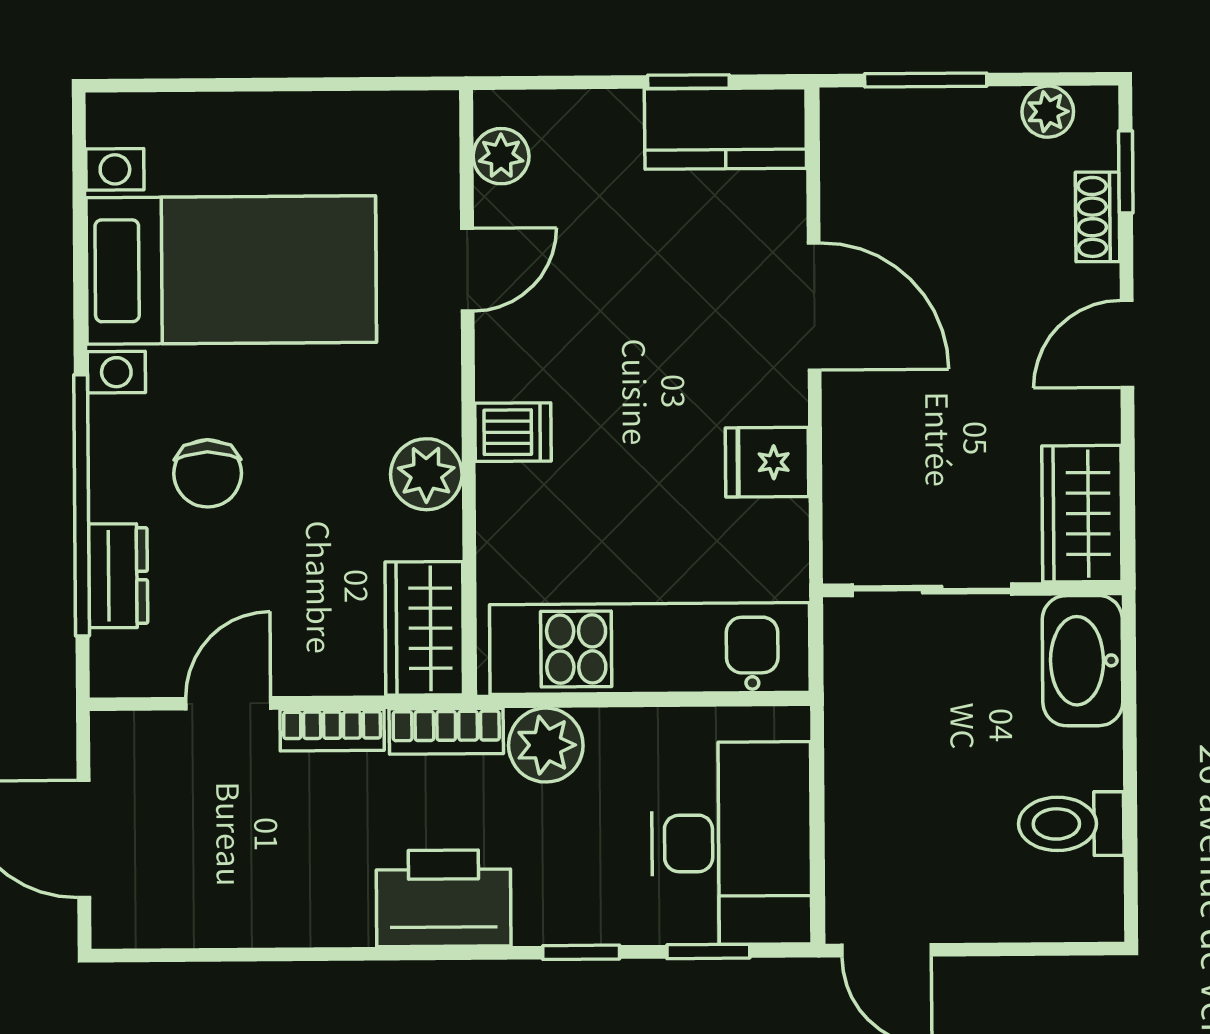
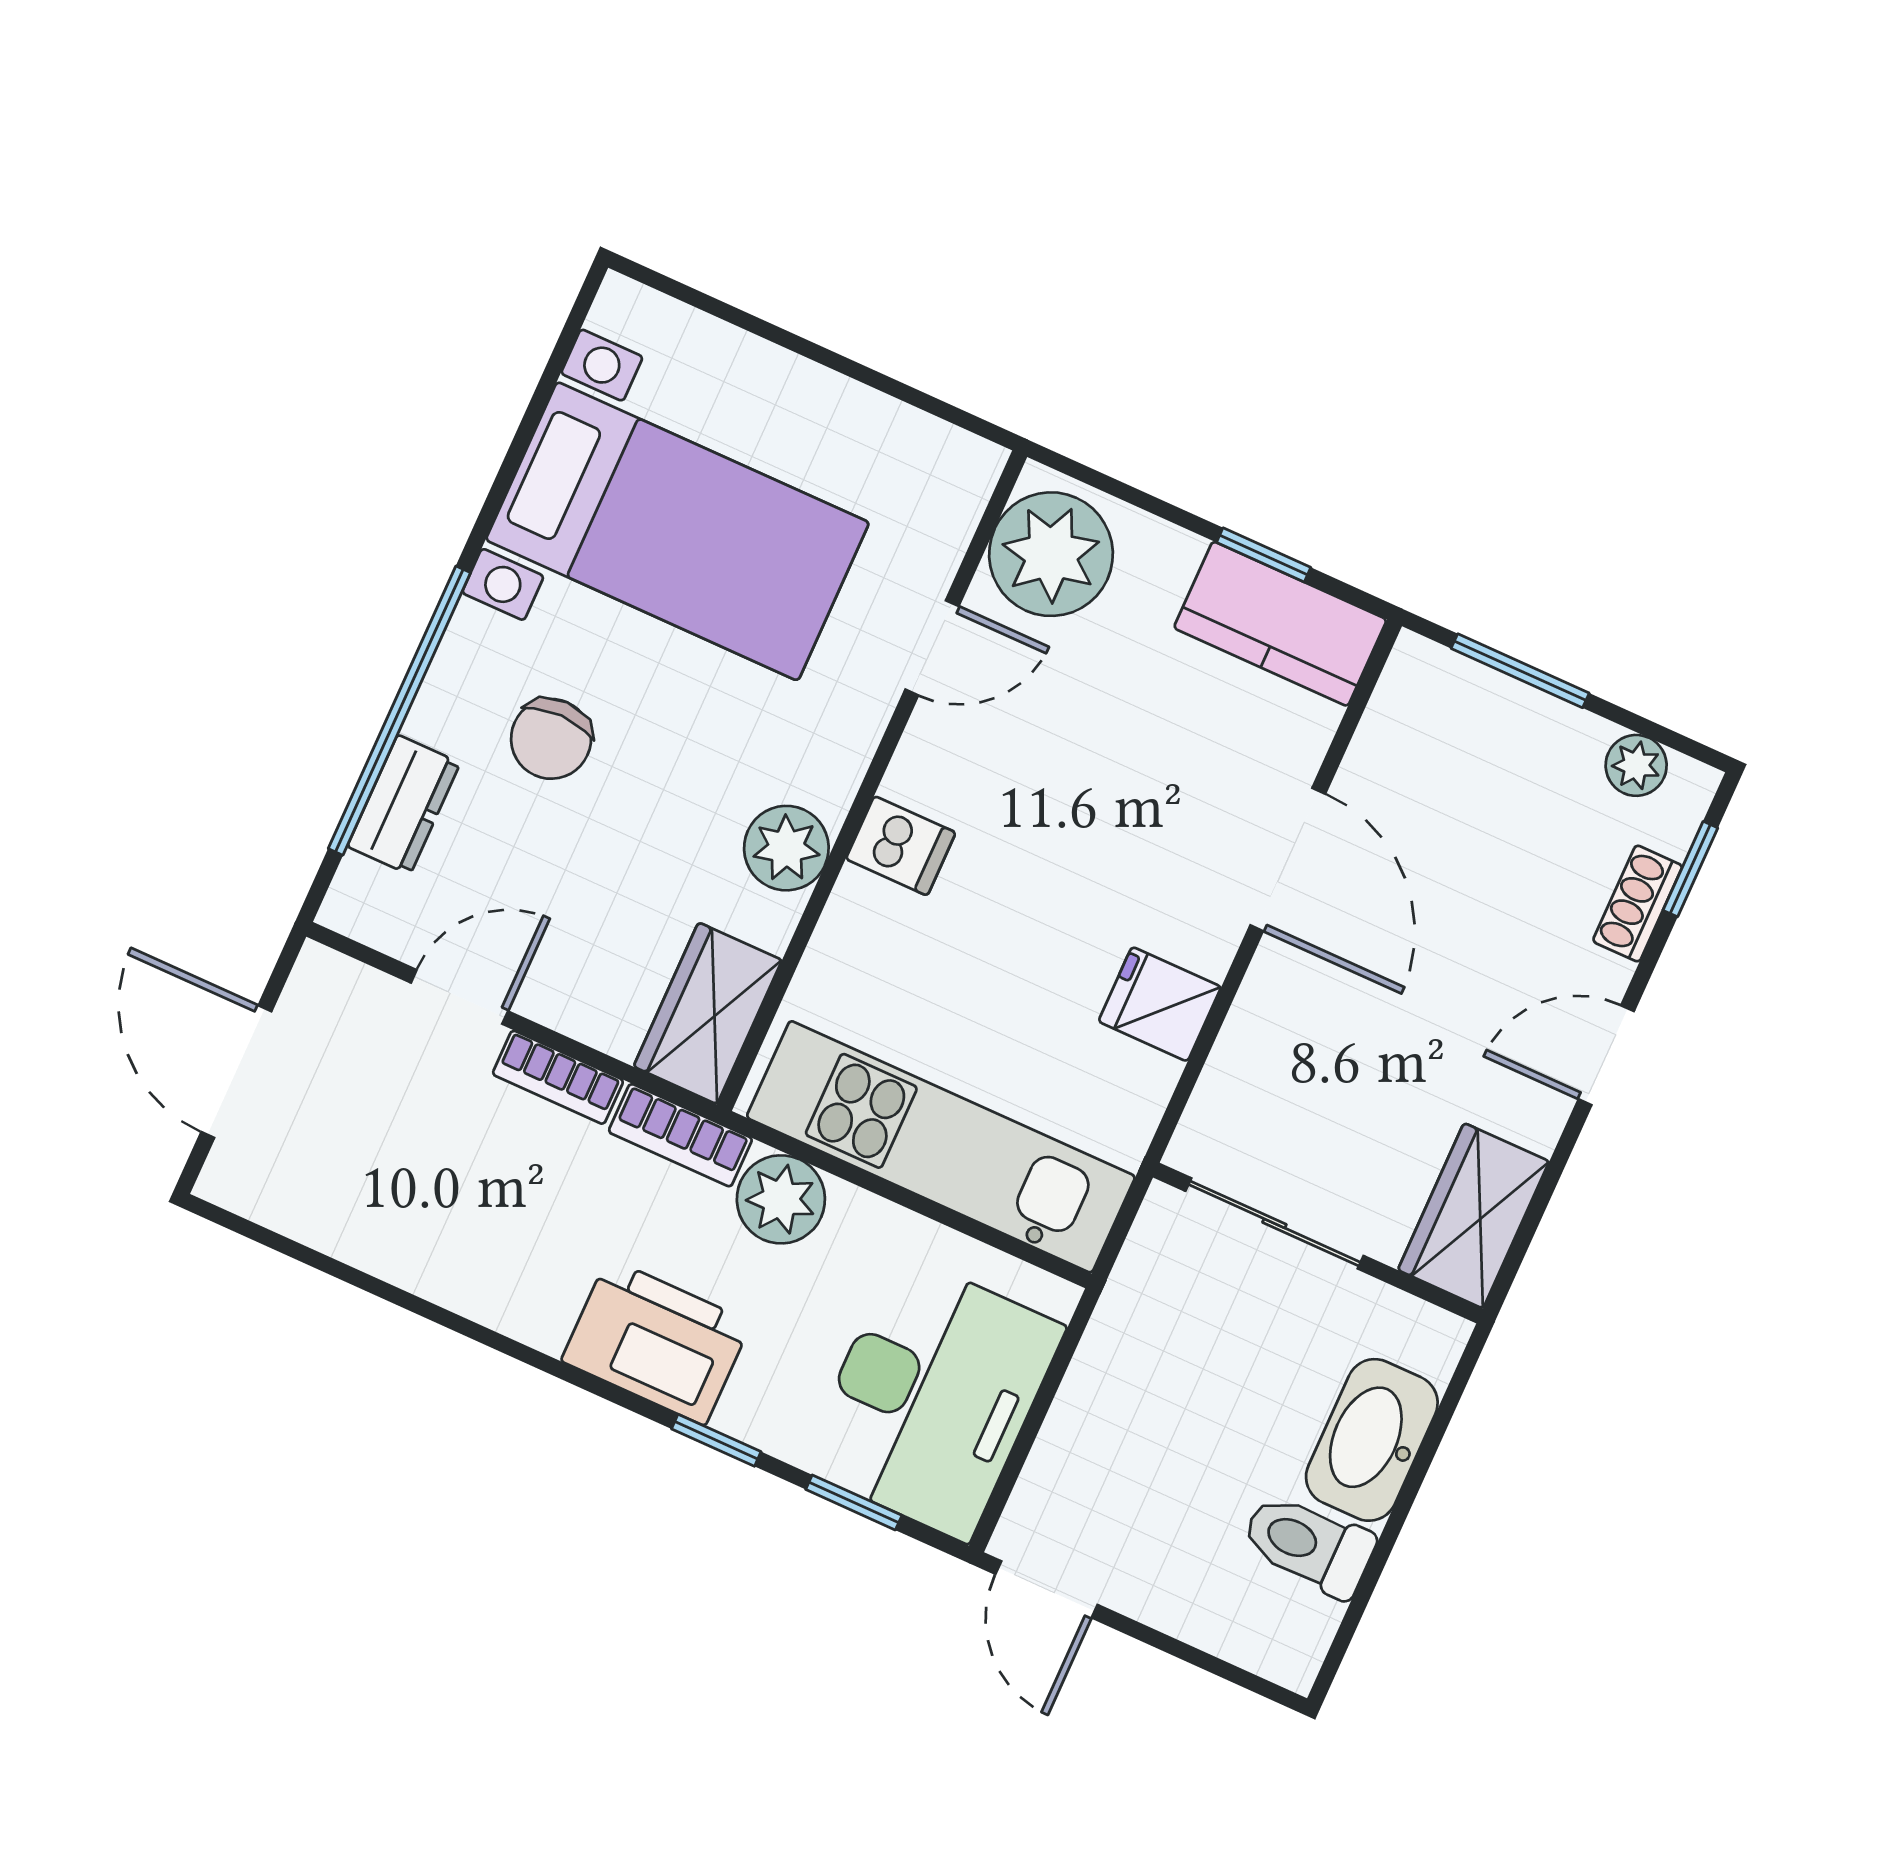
plant: (501, 156) -> (1051, 554), width x1.87, depth x1.87
washbasin: (1083, 661) -> (1372, 1440), moved
printer: (444, 898) -> (656, 1342), moved

